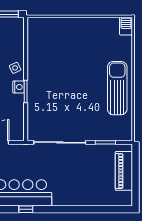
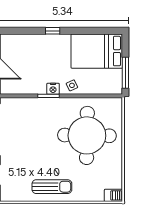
round table: (66, 53) -> (87, 135), added
sun lounger: (117, 88) -> (52, 187), width x0.73, depth x0.75

